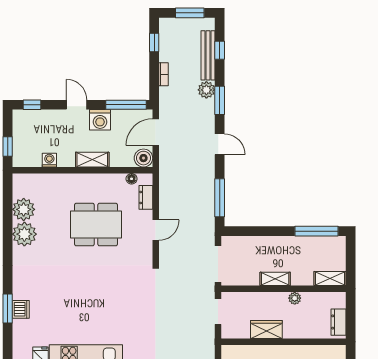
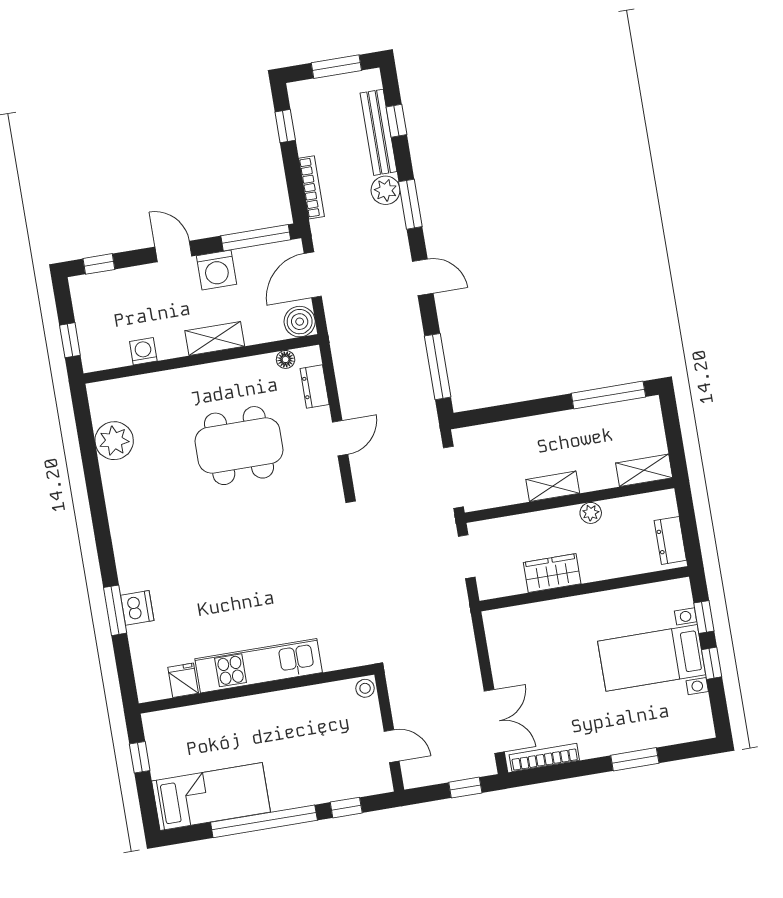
bookcase: (164, 74) -> (311, 187), width x1.56
plant: (24, 234) -> (122, 482), removed

